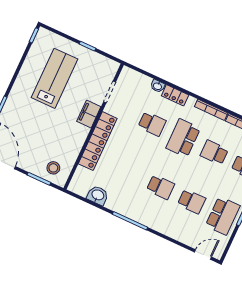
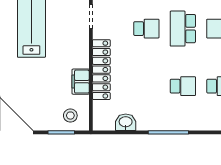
filing cabinet: (89, 114) -> (81, 82), moved

